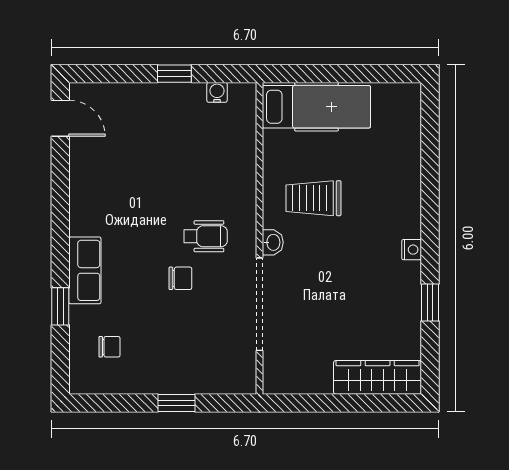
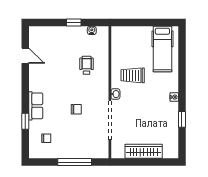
hospital bed: (316, 107) -> (162, 49), moved, turned 90
door: (60, 118) -> (25, 56), moved
wheelchair: (205, 236) -> (87, 65), moved, turned -90
wardrobe: (378, 377) -> (144, 151), moved
window: (177, 403) -> (75, 162), width x2.17

